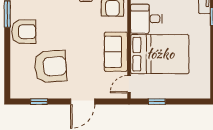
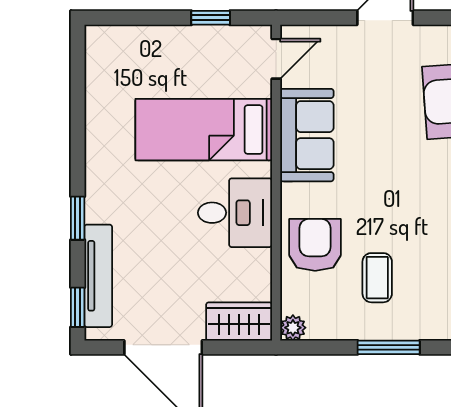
bed: (160, 54) -> (204, 130), width x0.67

